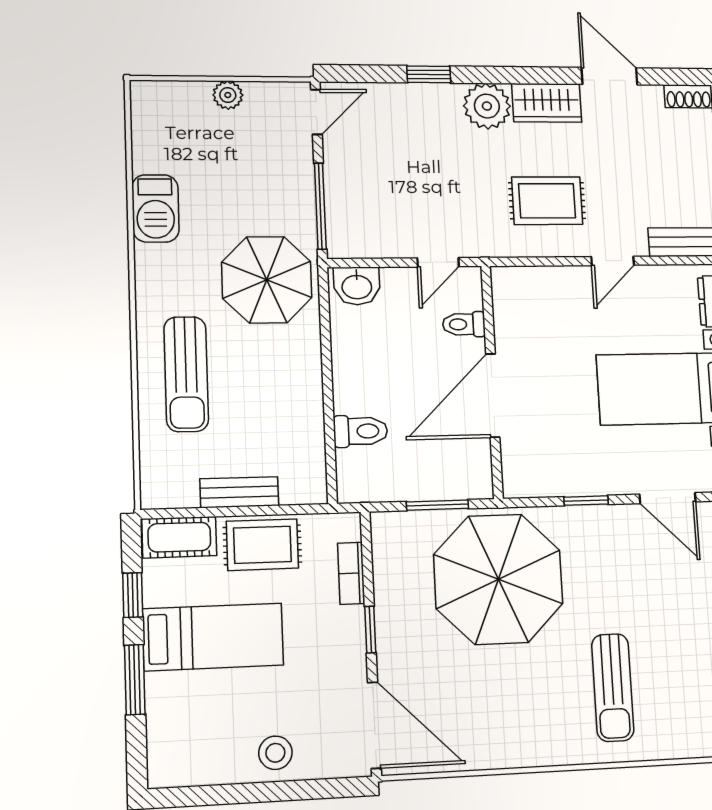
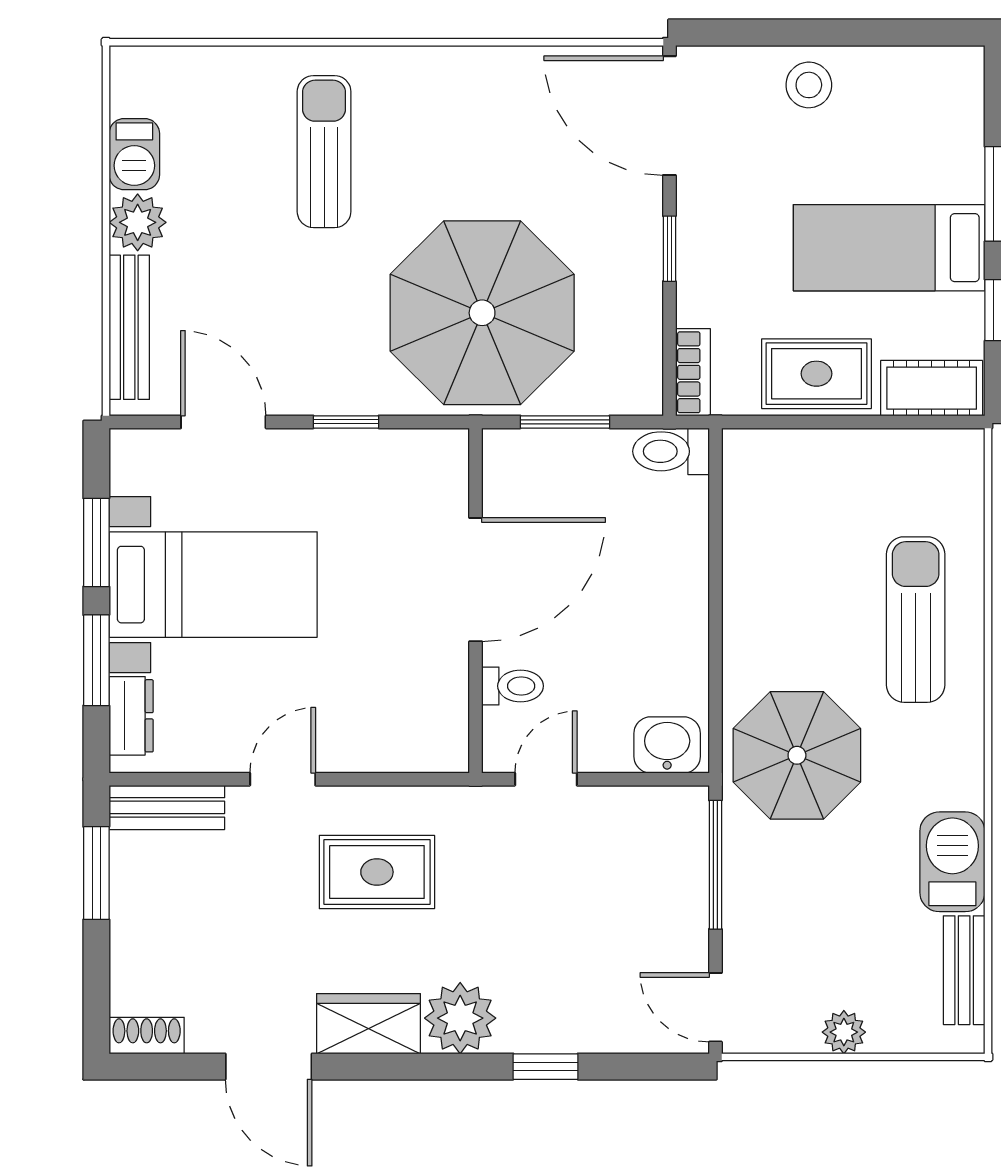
door: (316, 112) -> (715, 1007), hinge flipped
toilet: (360, 431) -> (671, 451), moved
bench: (239, 492) -> (964, 970), moved, turned 90
bookcase: (351, 573) -> (693, 372), moved

